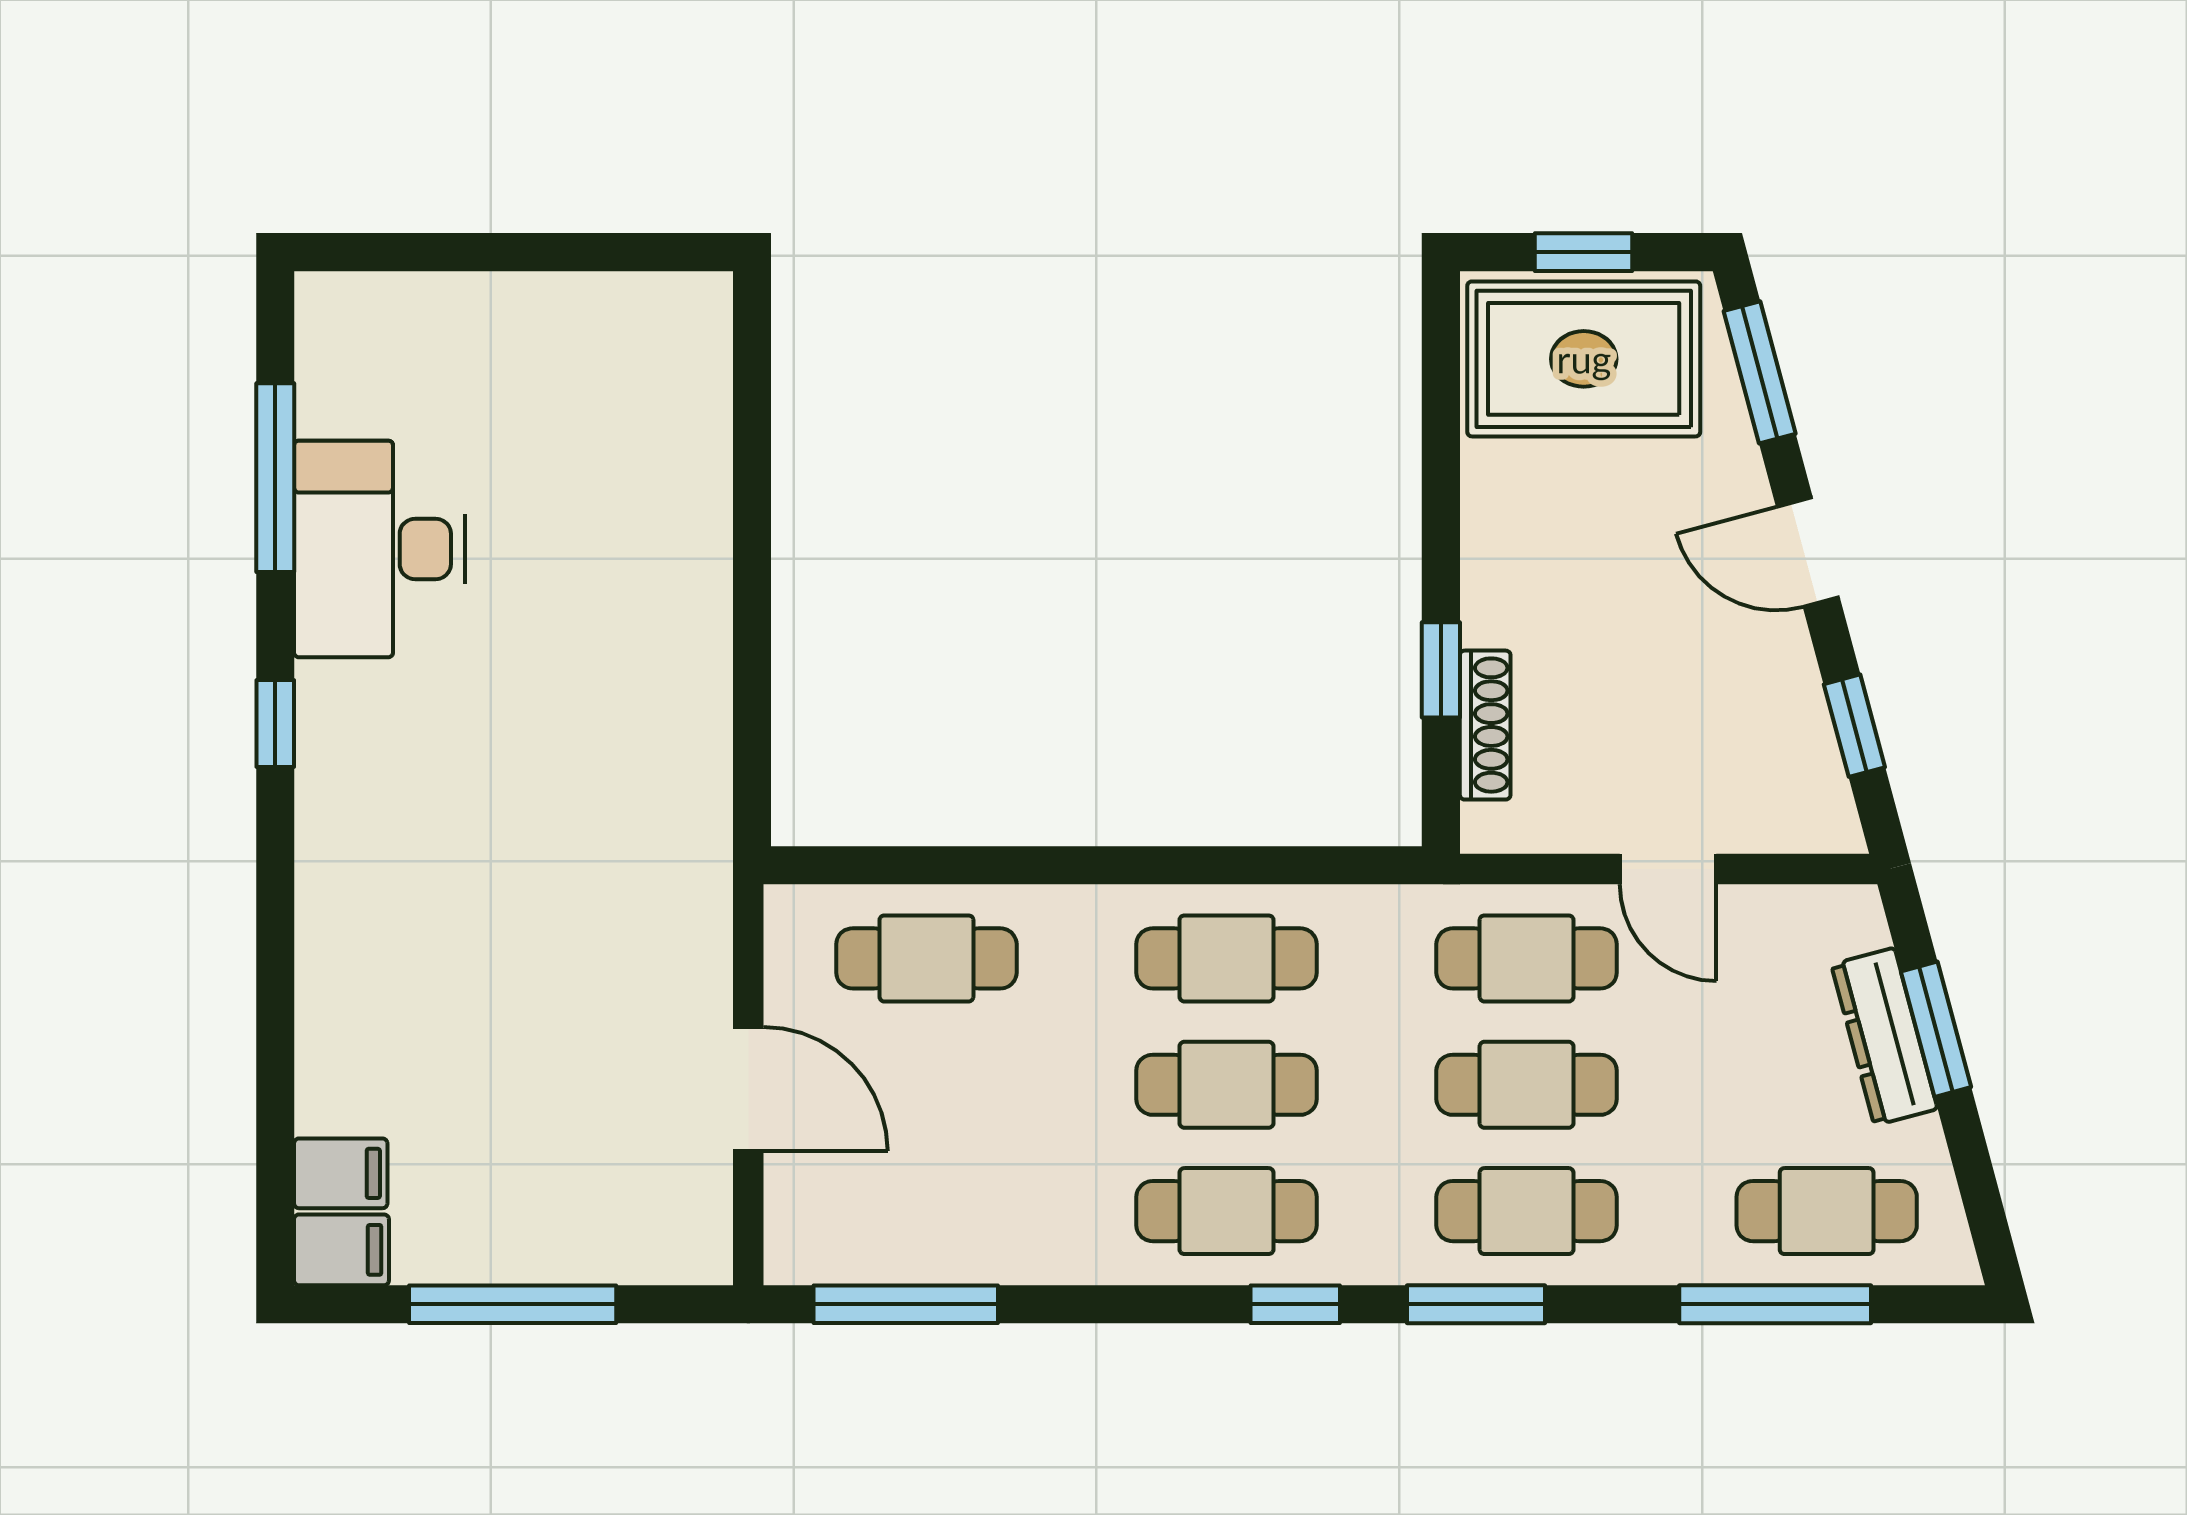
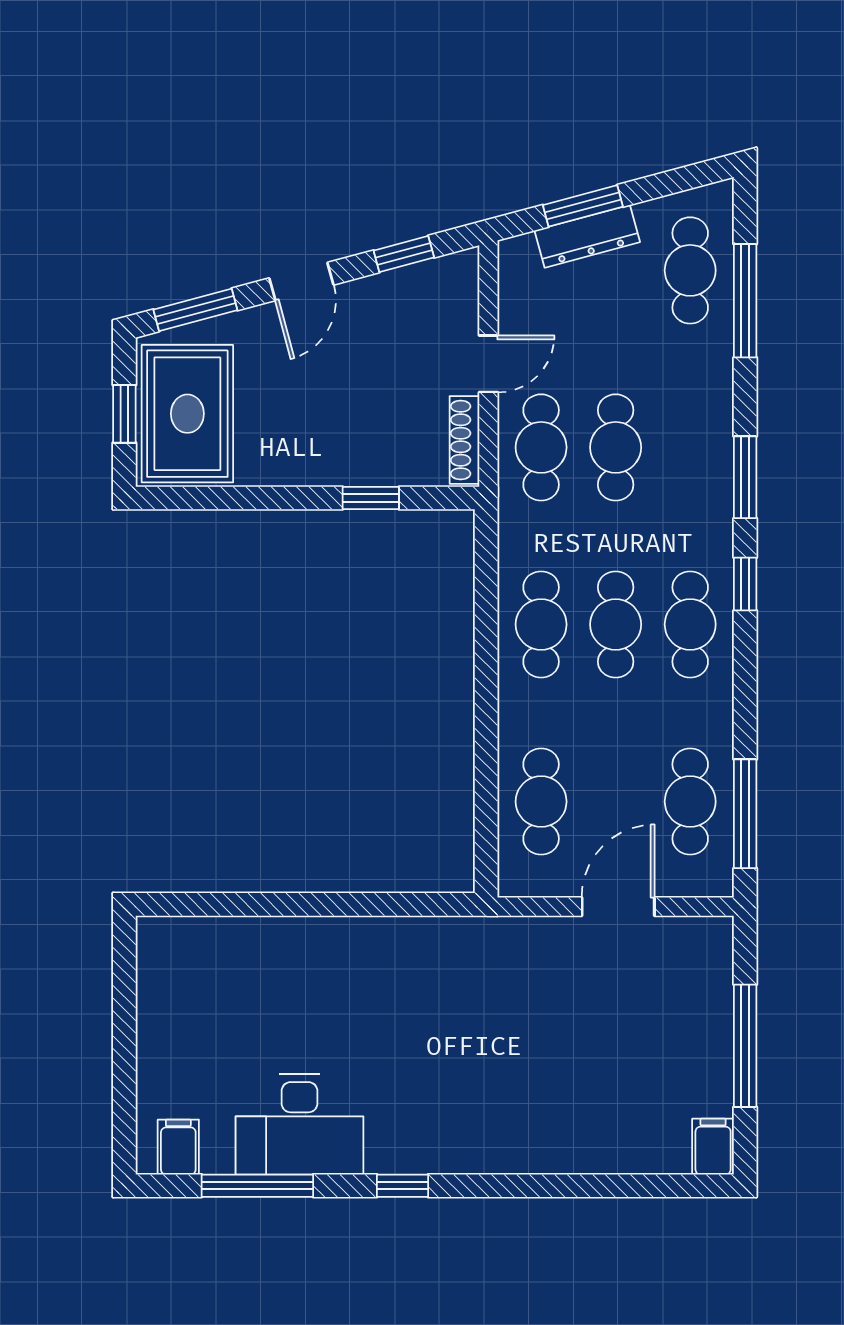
shoe rack: (1485, 725) -> (464, 440), moved, turned -90
filing cabinet: (341, 1173) -> (178, 1147), moved
cafe table: (1527, 1211) -> (690, 802), moved

